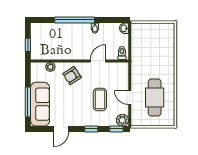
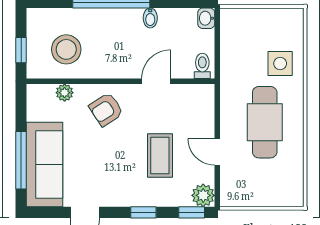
stool: (51, 44) -> (66, 49), added
side table: (162, 52) -> (280, 64), added
cafe table: (155, 97) -> (265, 122), moved

